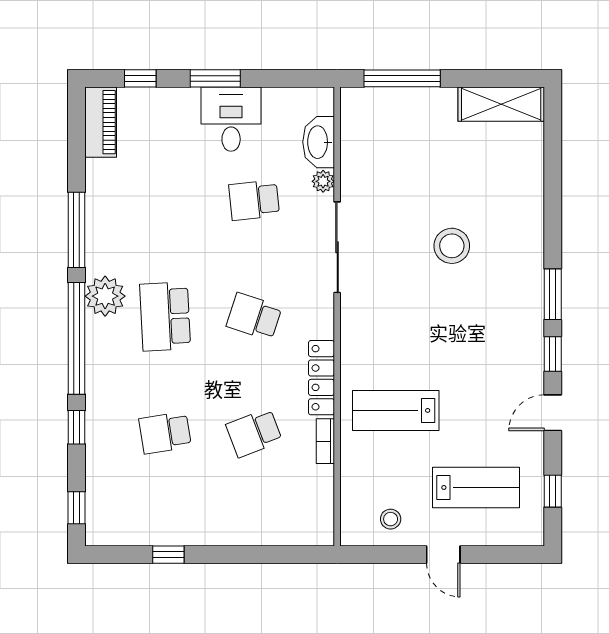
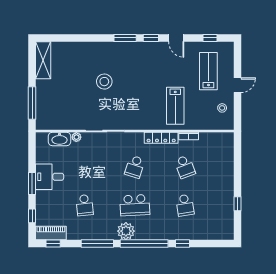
school desk: (254, 200) -> (85, 205), moved
window: (77, 508) -> (53, 243), moved

